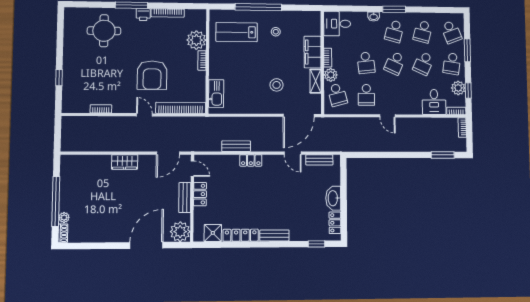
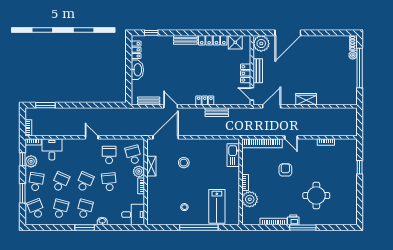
round table: (104, 31) -> (316, 196), moved
lab bench: (237, 32) -> (217, 206), turned 90
filing cabinet: (313, 52) -> (154, 190), removed
armchair: (152, 75) -> (285, 170), width x0.53, depth x0.53

